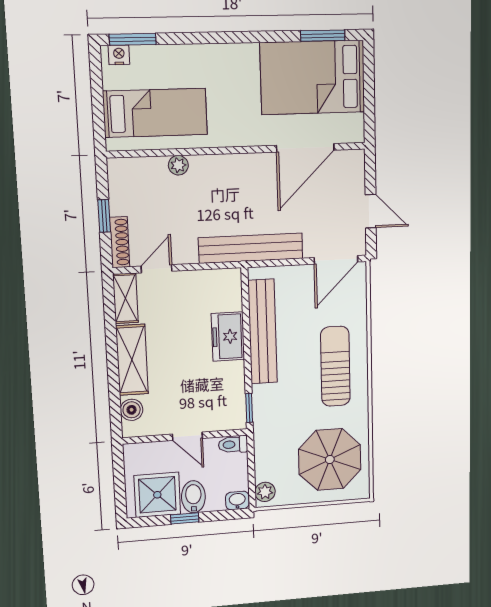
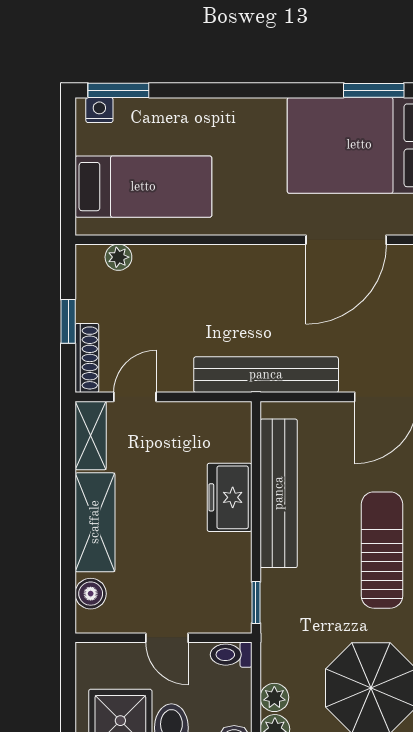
plant: (178, 165) -> (118, 257), moved
plant: (264, 471) -> (274, 697), added

